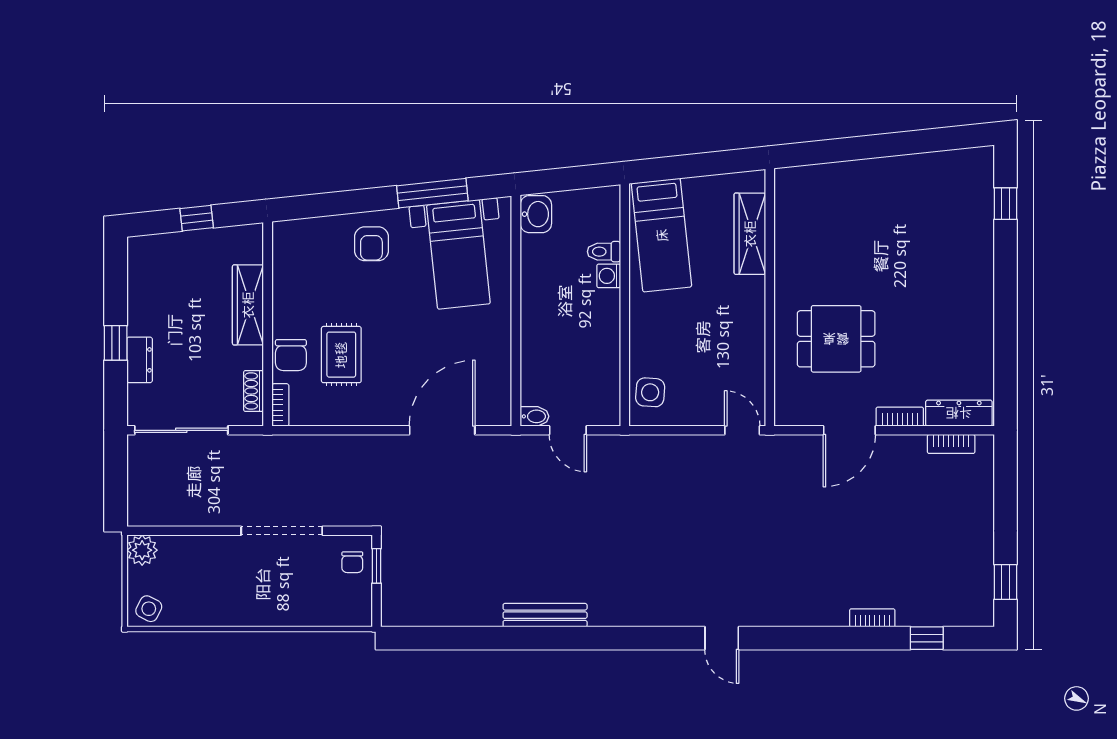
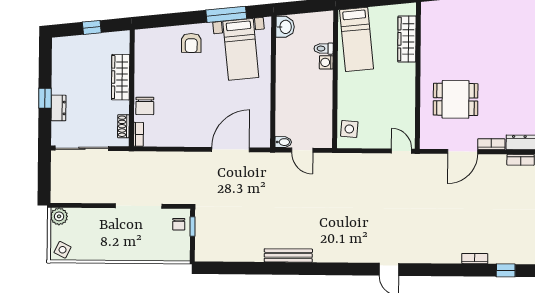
rug: (341, 355) -> (174, 106), removed

